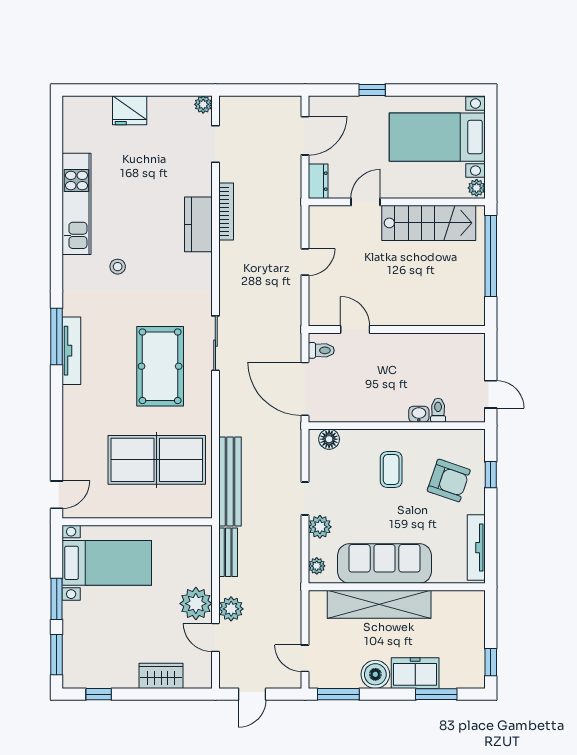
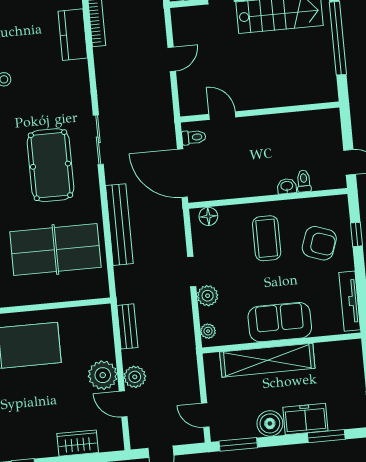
coffee table: (391, 469) -> (267, 238), width x1.36, depth x1.30
bench: (230, 481) -> (119, 225), moved
sofa: (384, 563) -> (280, 322), width x0.73

